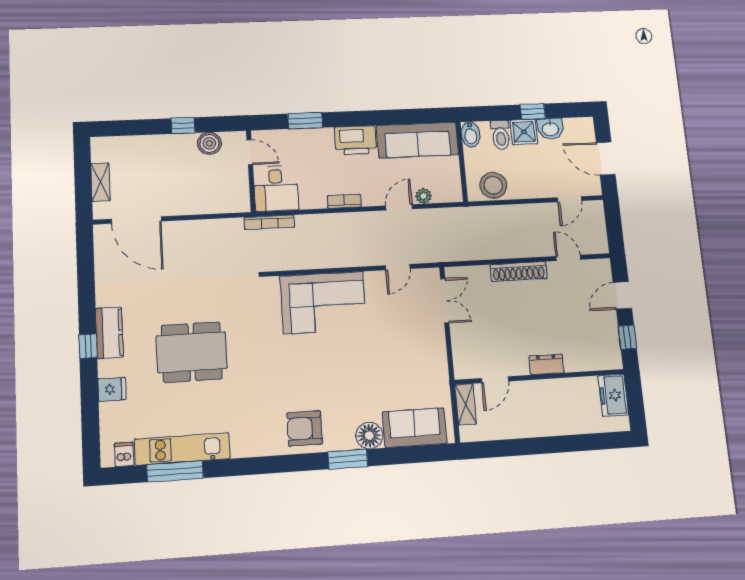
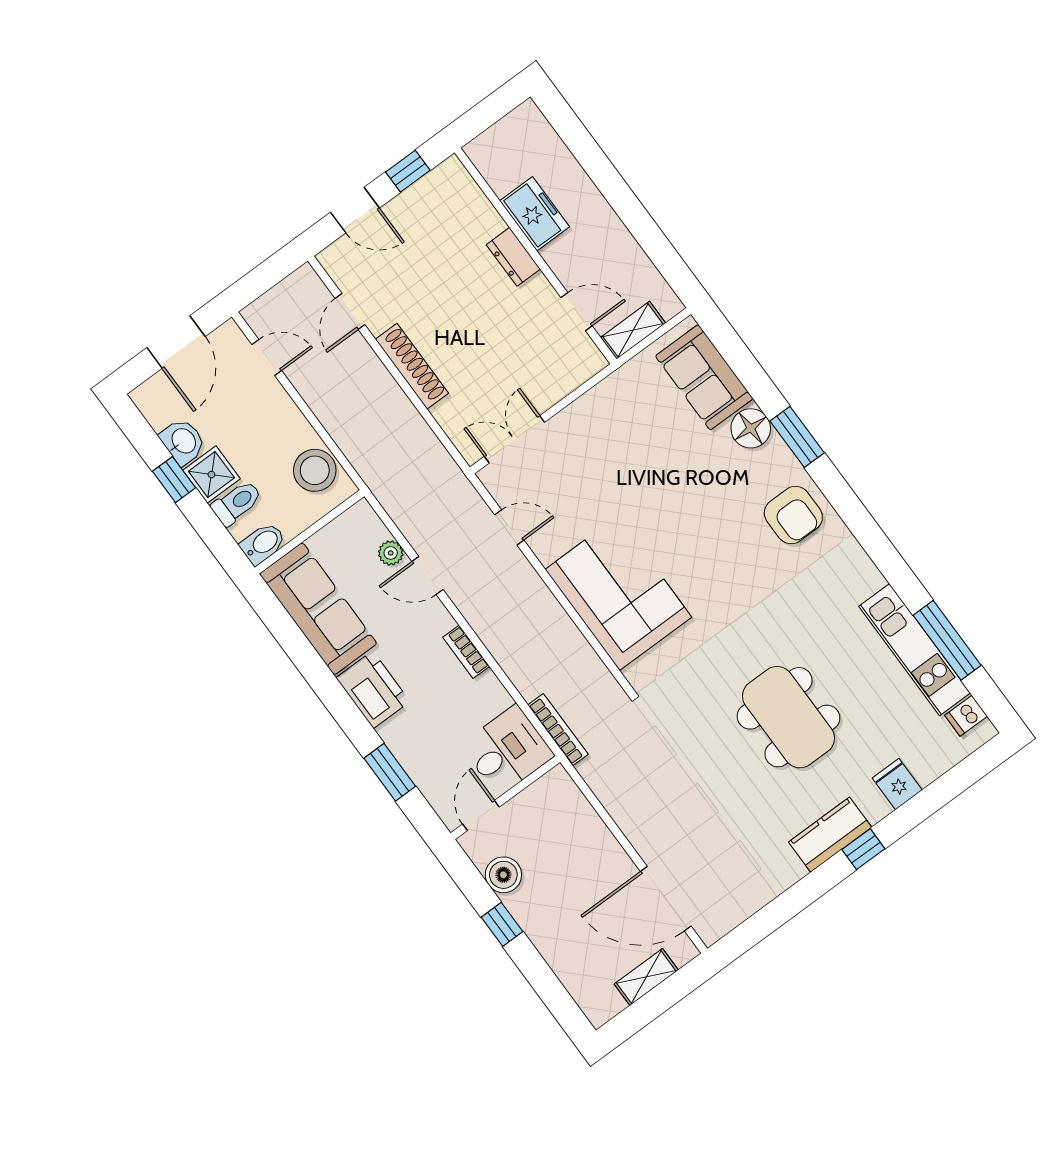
door: (136, 220) -> (666, 899), swing flipped
freezer: (613, 395) -> (535, 214), moved, turned -90

